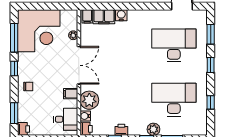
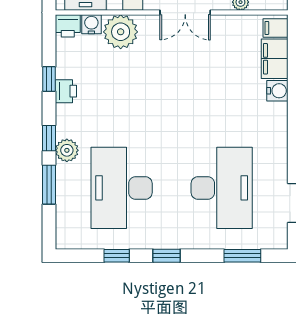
double door: (79, 65) -> (185, 13), width x0.73
window: (211, 65) -> (167, 256), moved
desk: (174, 100) -> (122, 188), turned 180

